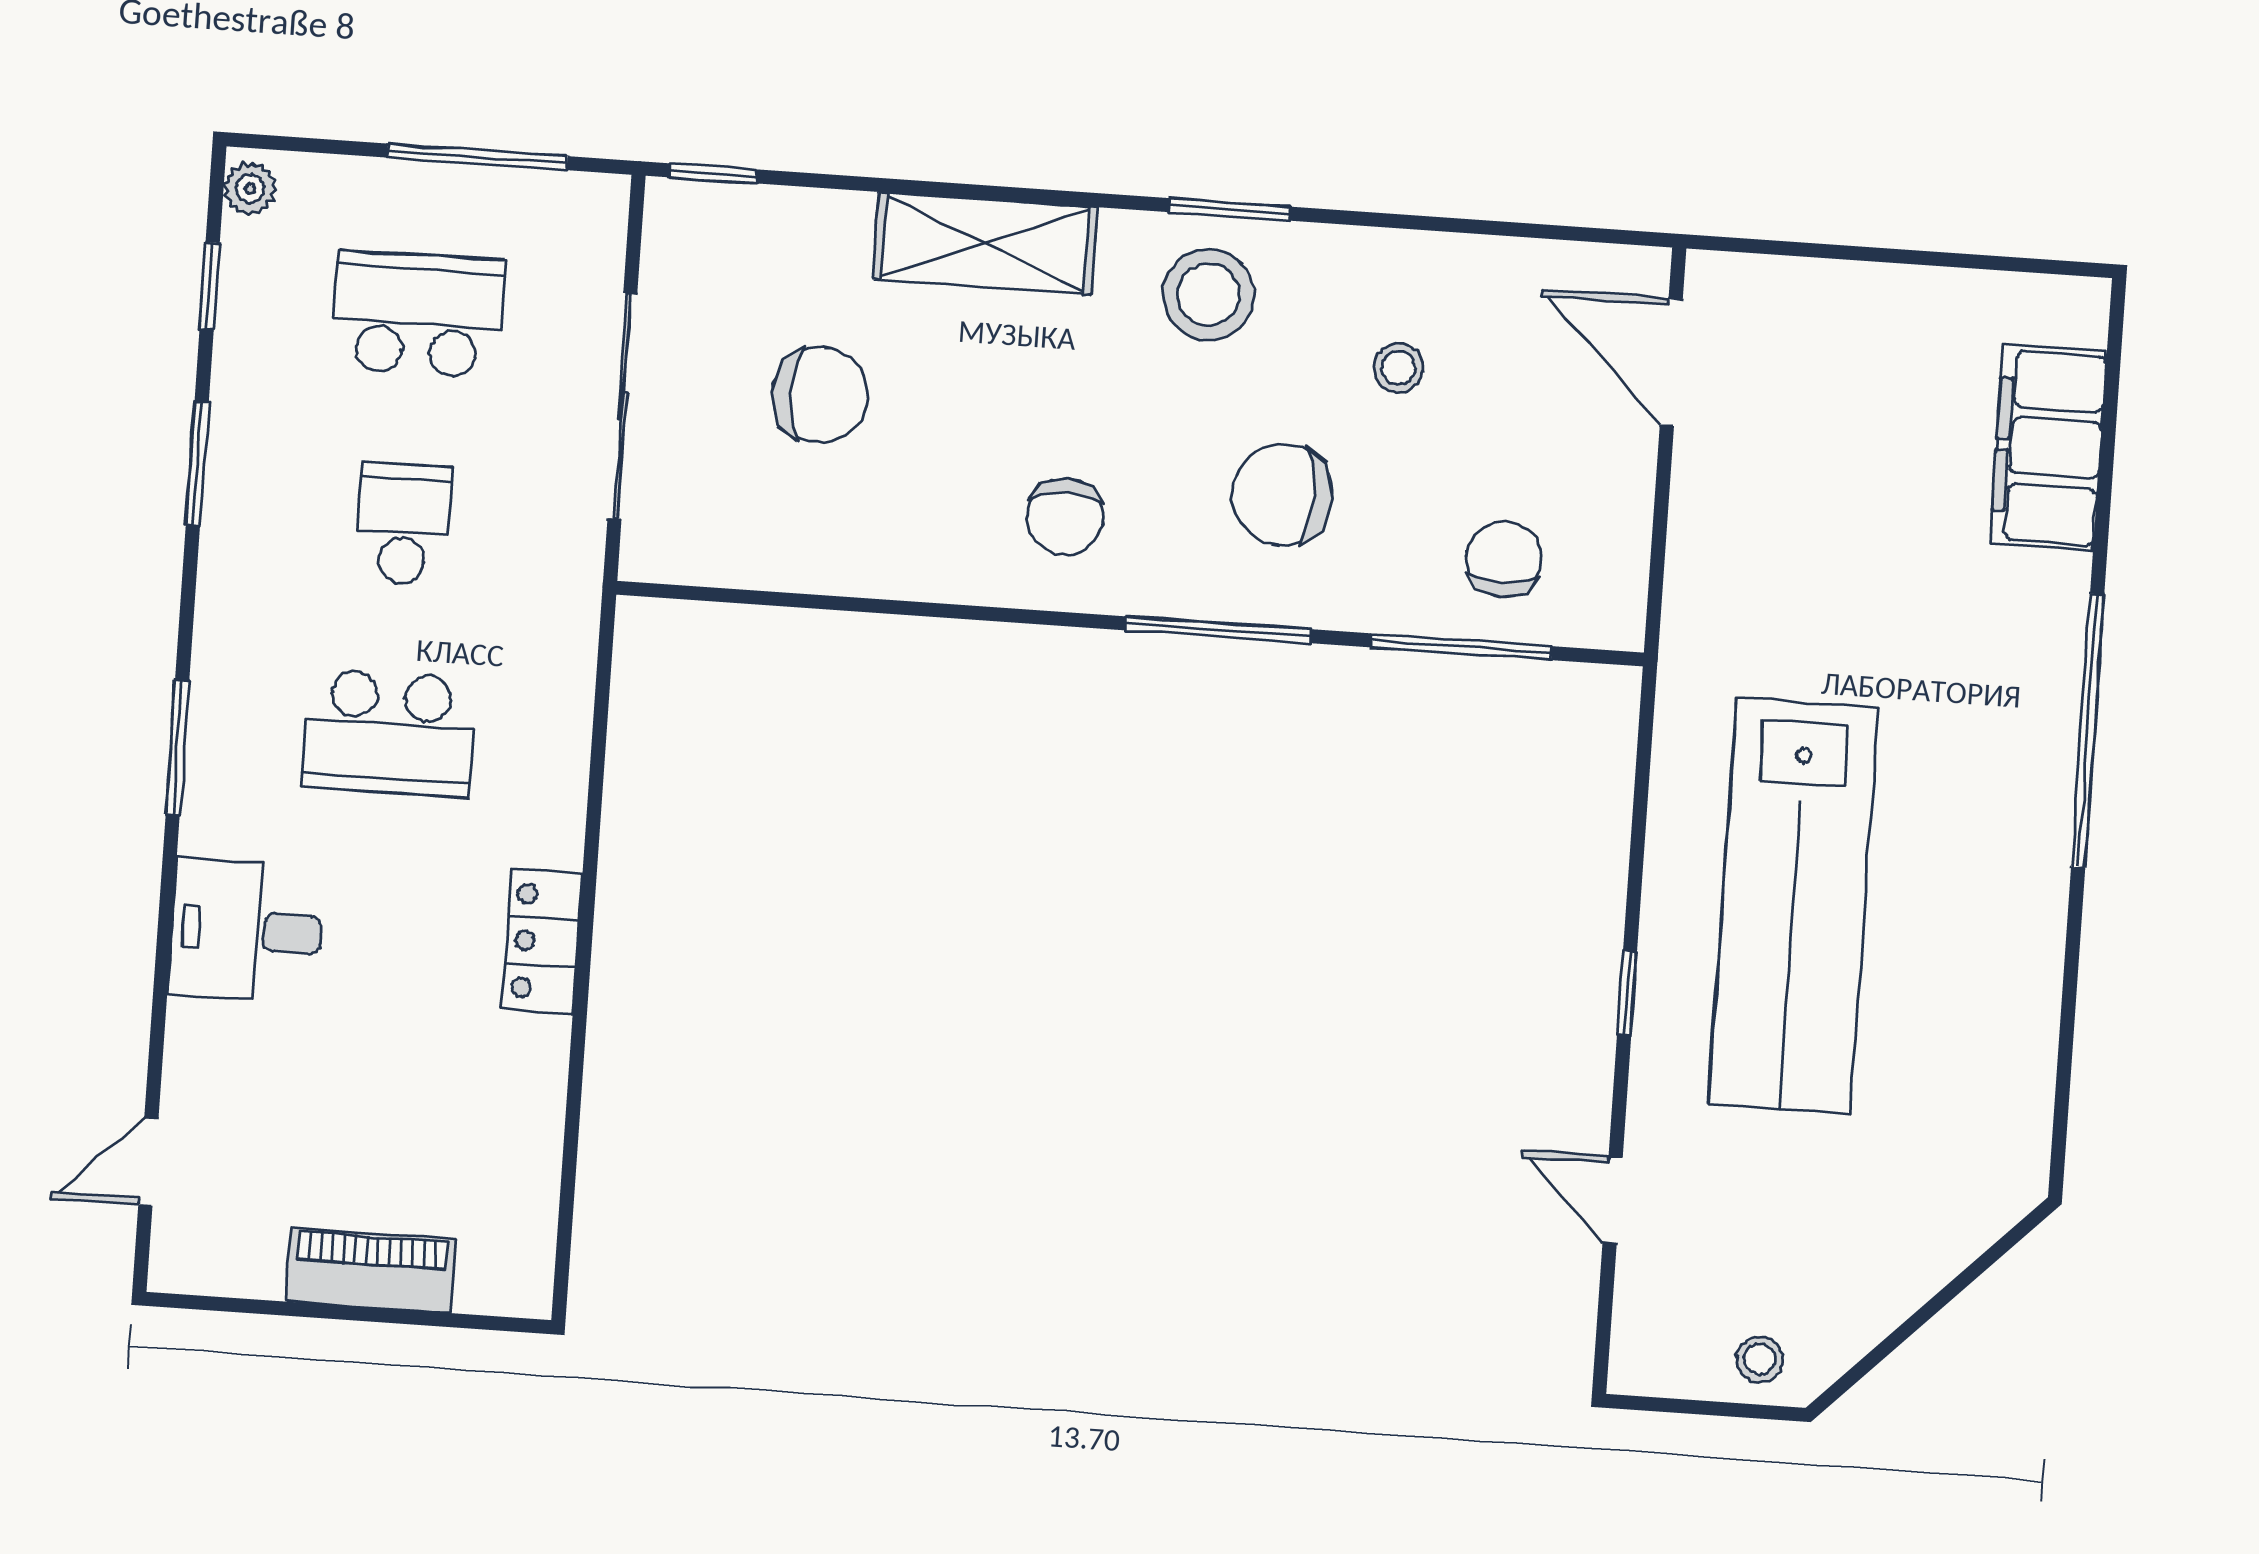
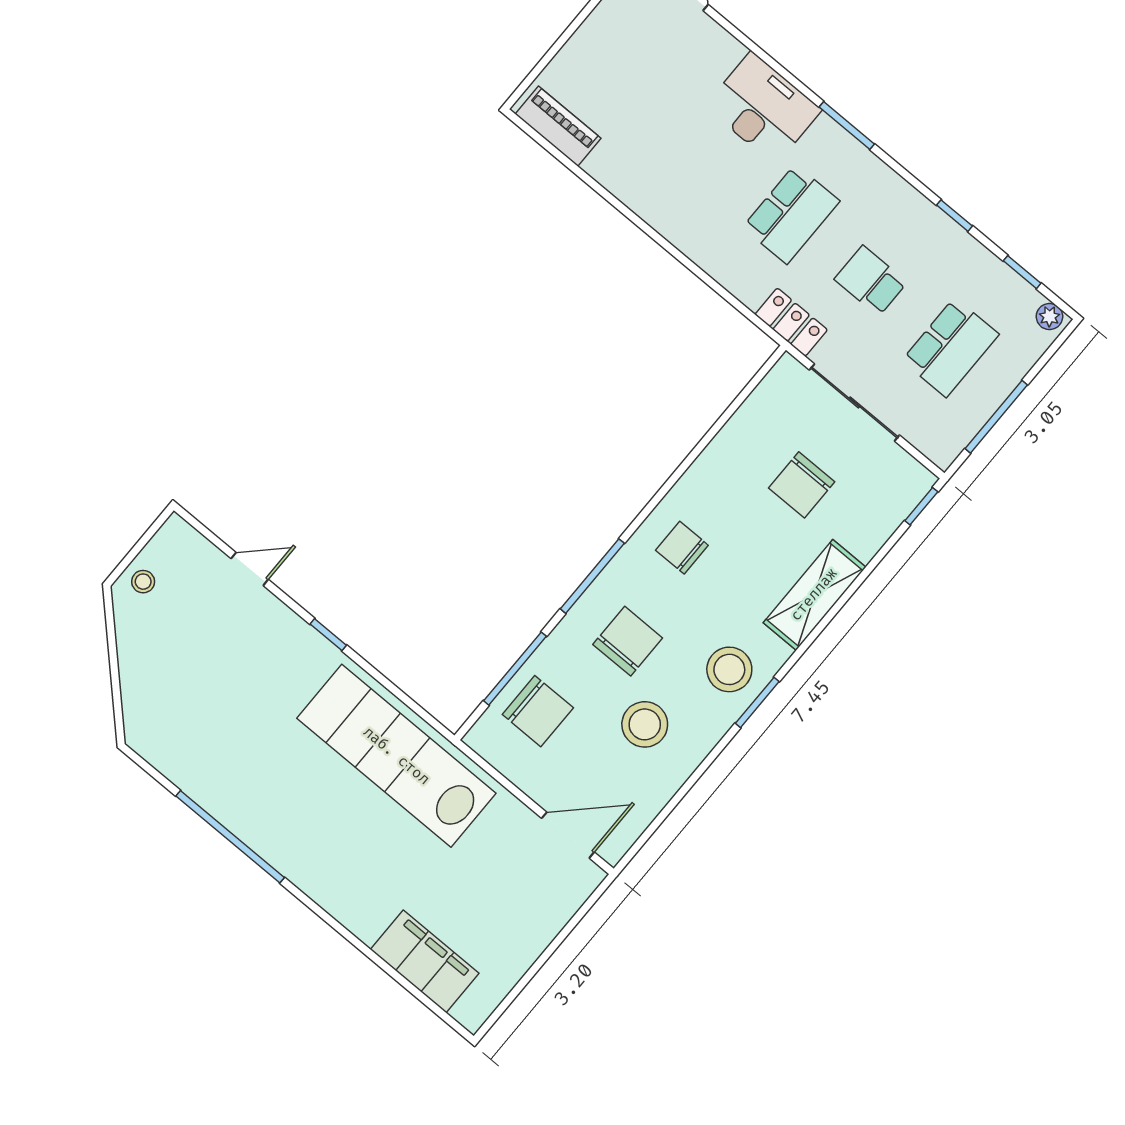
stool: (1399, 368) -> (645, 724), width x1.89, depth x1.89
window: (197, 464) -> (955, 216), width x0.67
school desk: (404, 524) -> (871, 281), turned 180
chair: (1504, 559) -> (538, 711), width x1.37, depth x1.37
window: (2088, 731) -> (230, 837), moved
school desk: (389, 733) -> (791, 214), turned 180
lab bench: (1793, 906) -> (396, 756), moved
desk: (246, 931) -> (763, 108), width x1.37
locker: (542, 942) -> (791, 322), moved
piano: (371, 1270) -> (558, 126), moved, turned -90

